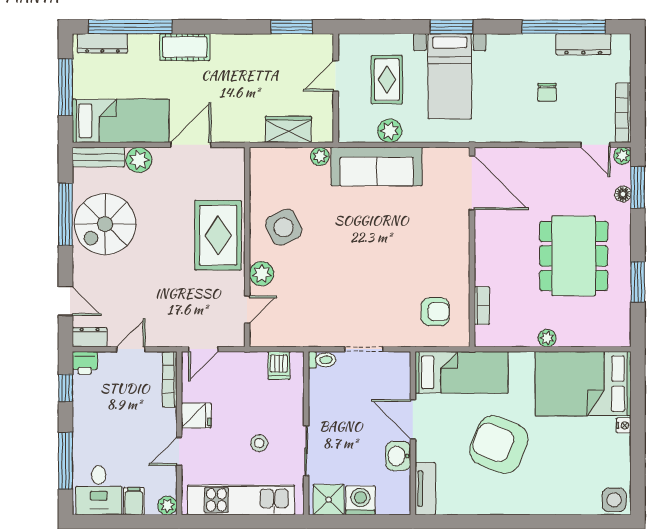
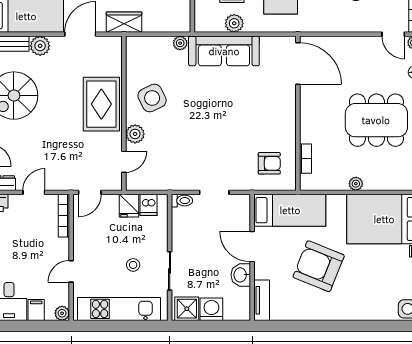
wardrobe: (288, 129) -> (124, 22), moved
dining table: (574, 256) -> (376, 120), turned 90
fridge: (196, 416) -> (129, 206), moved, turned 90

